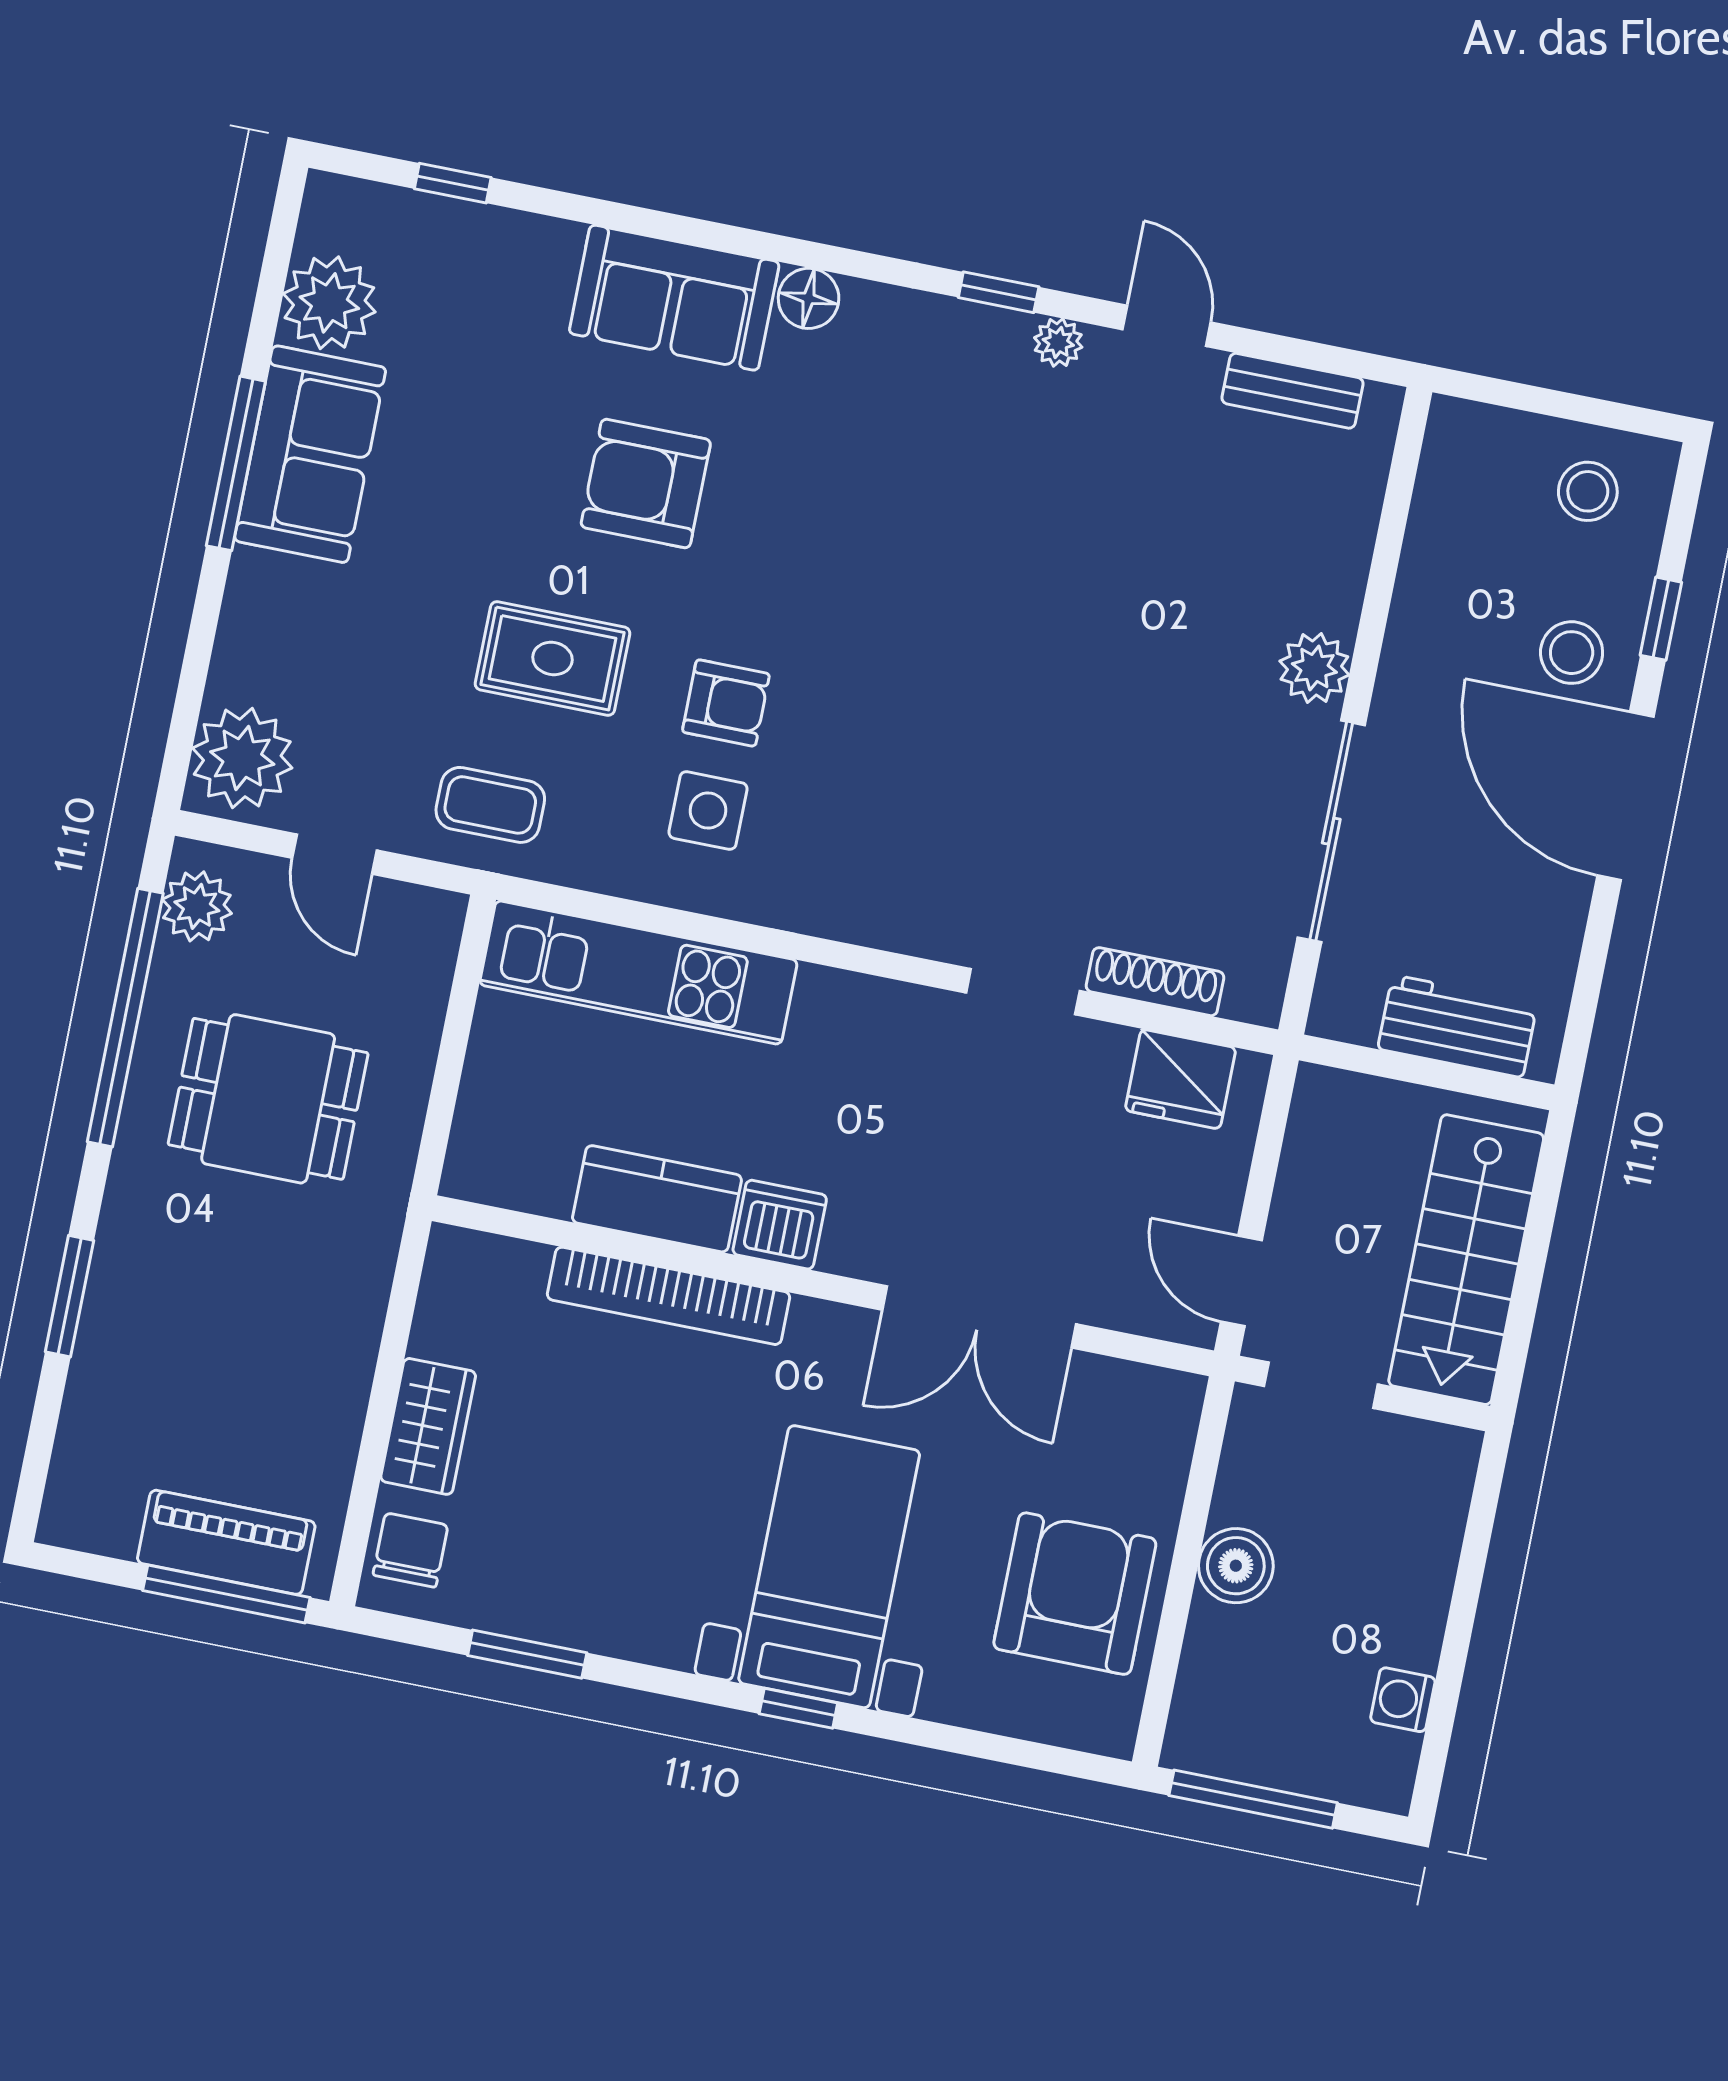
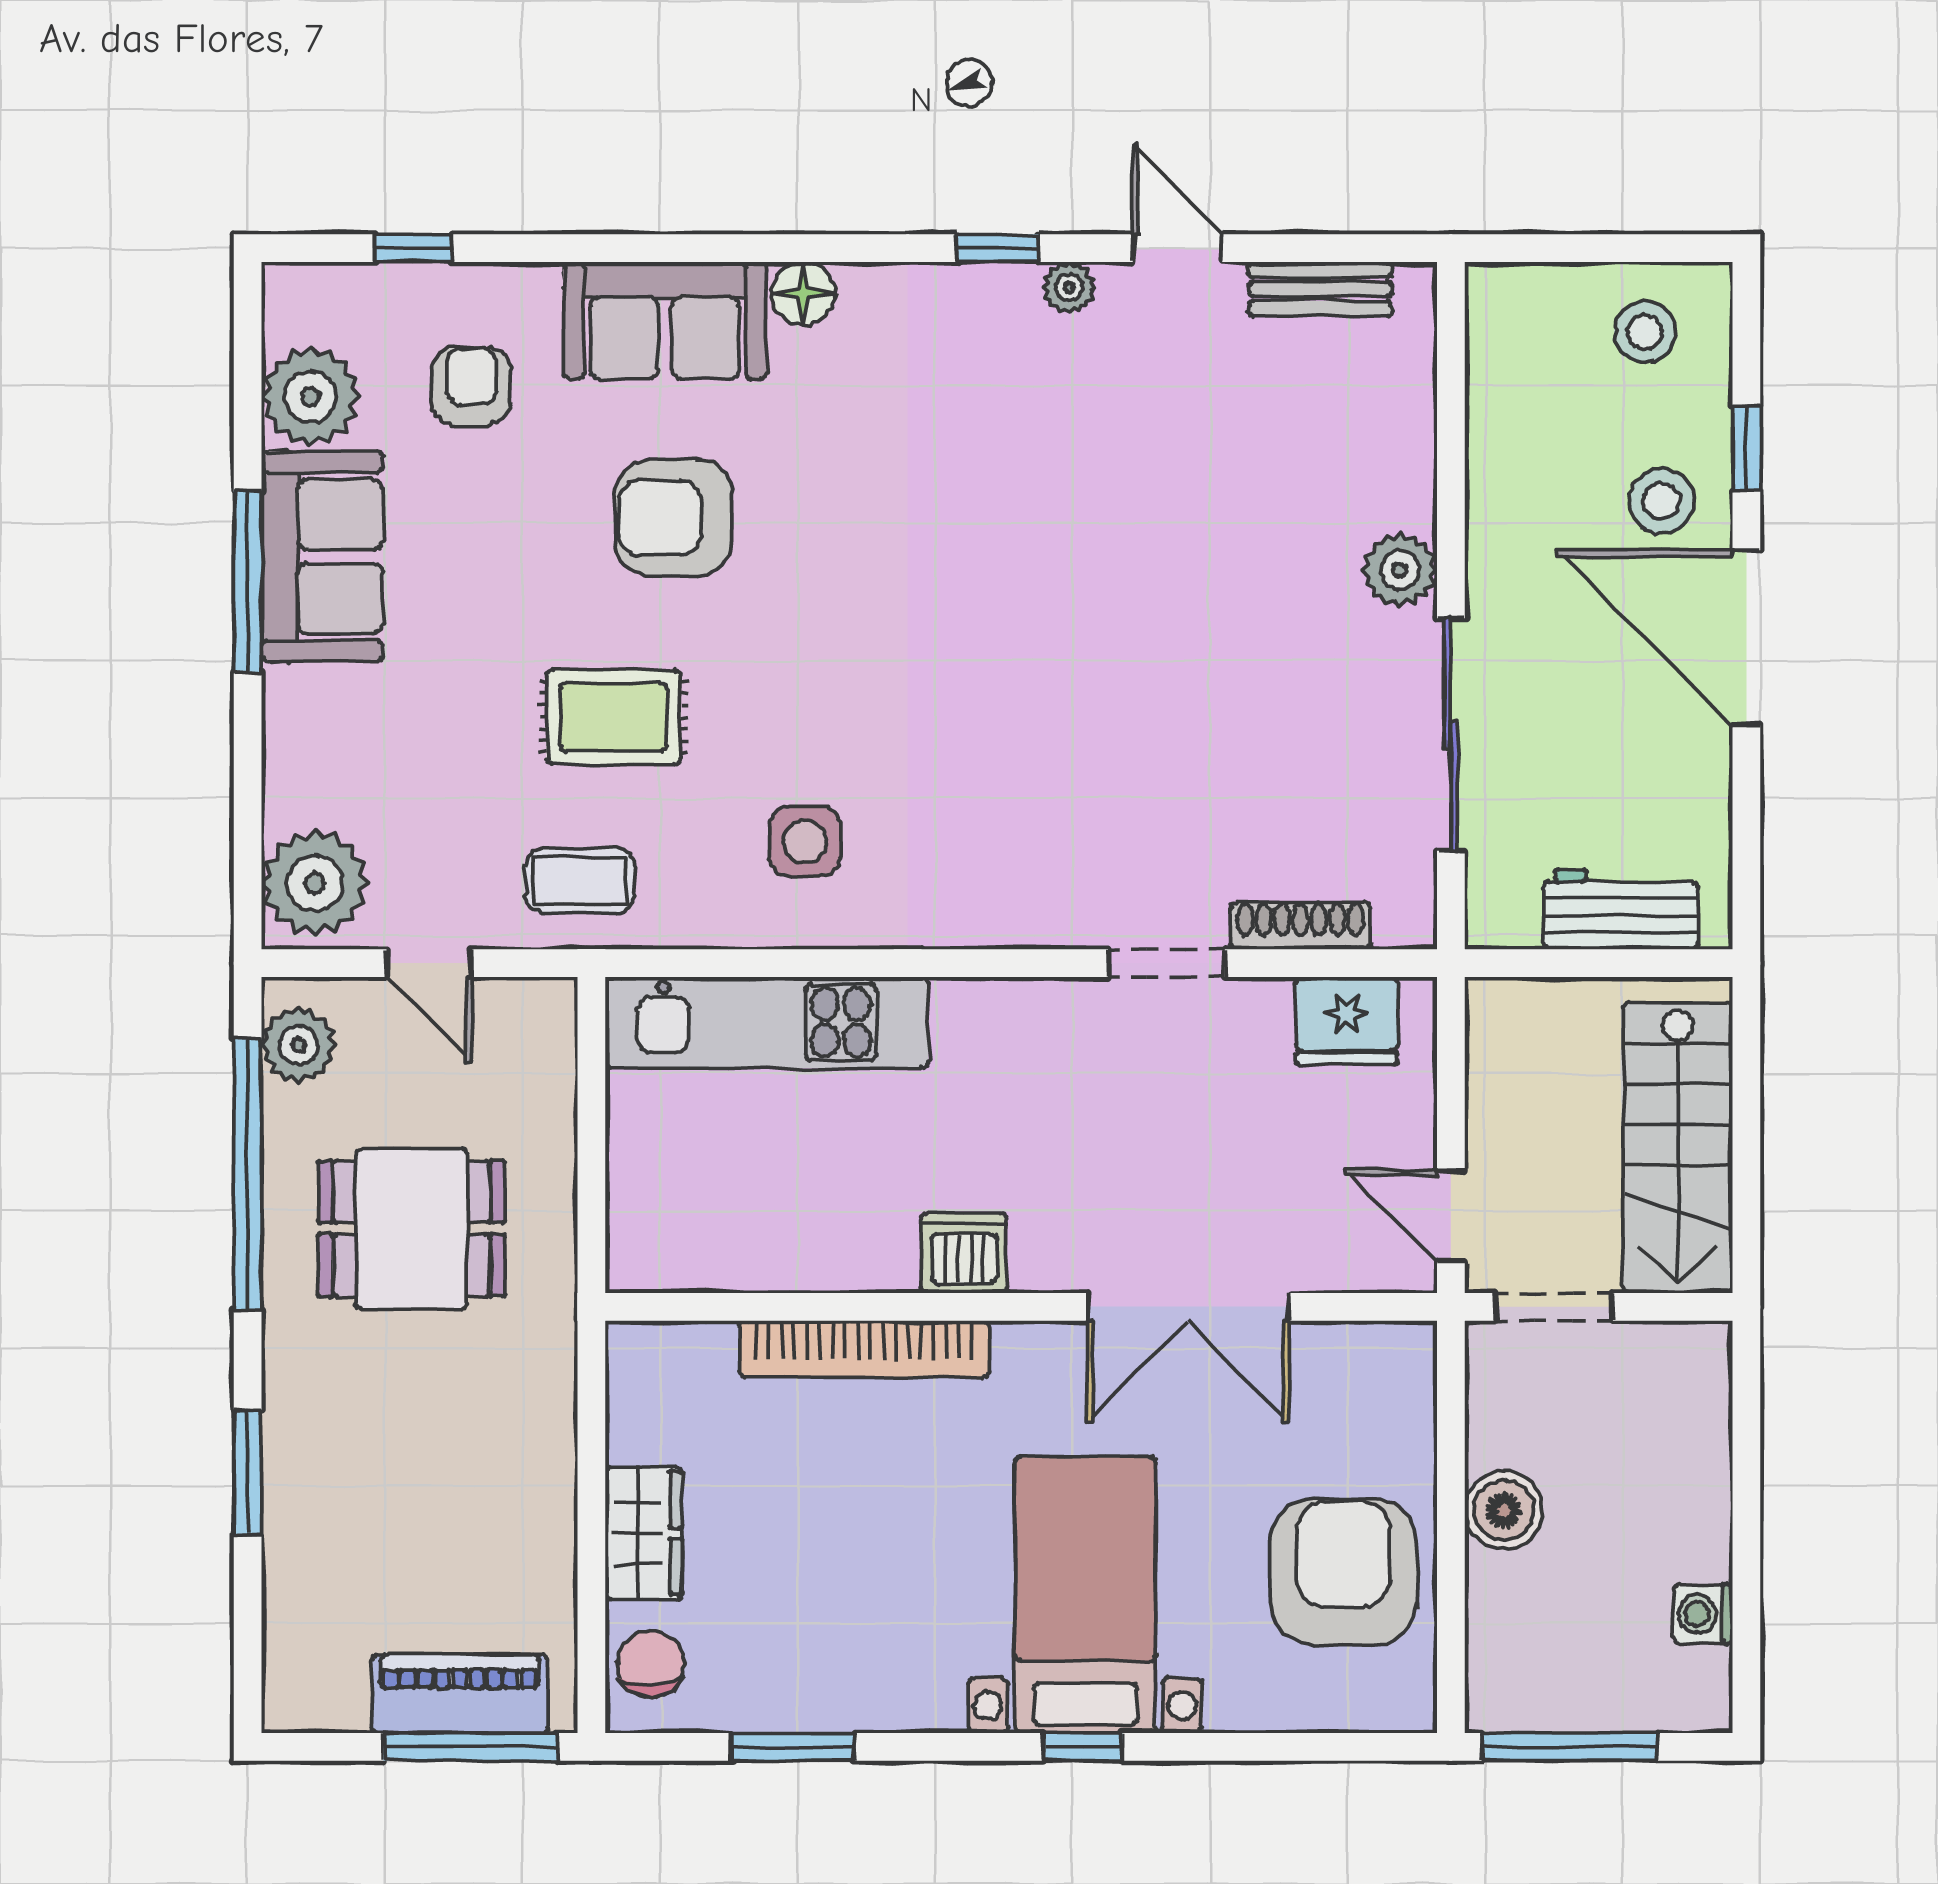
armchair: (726, 703) -> (471, 386), moved, turned -90
kitchen counter: (657, 1199) -> (832, 1252), removed

